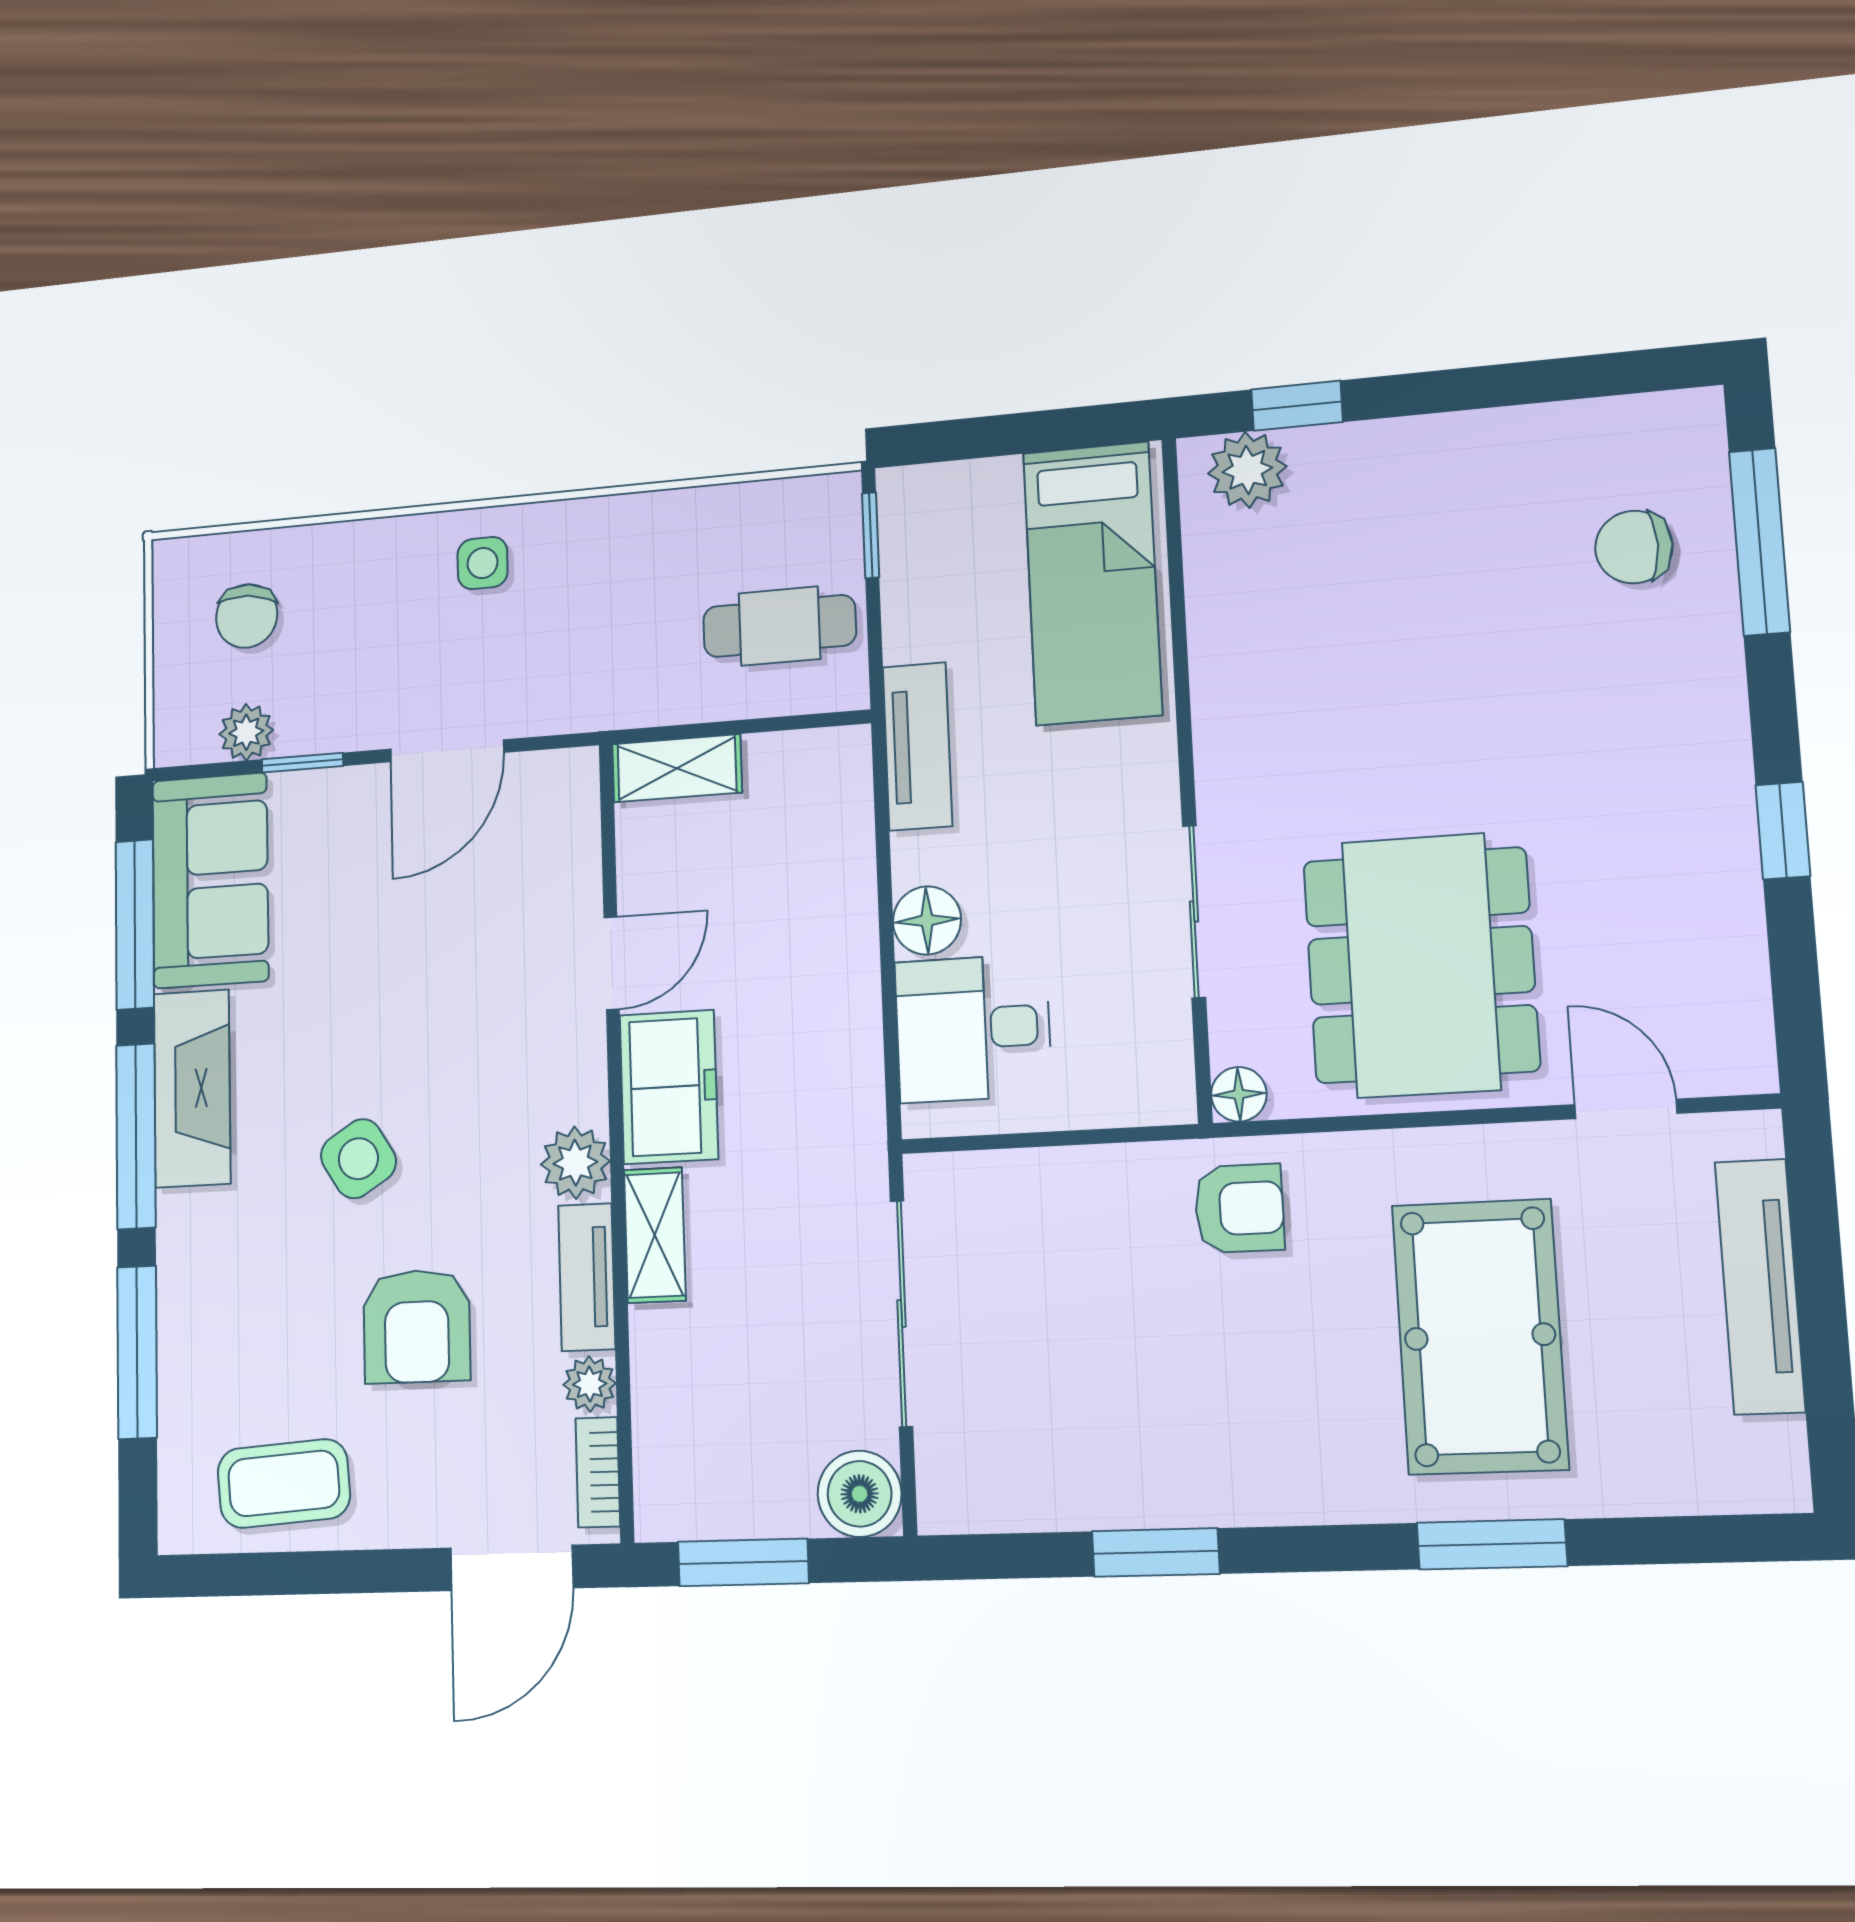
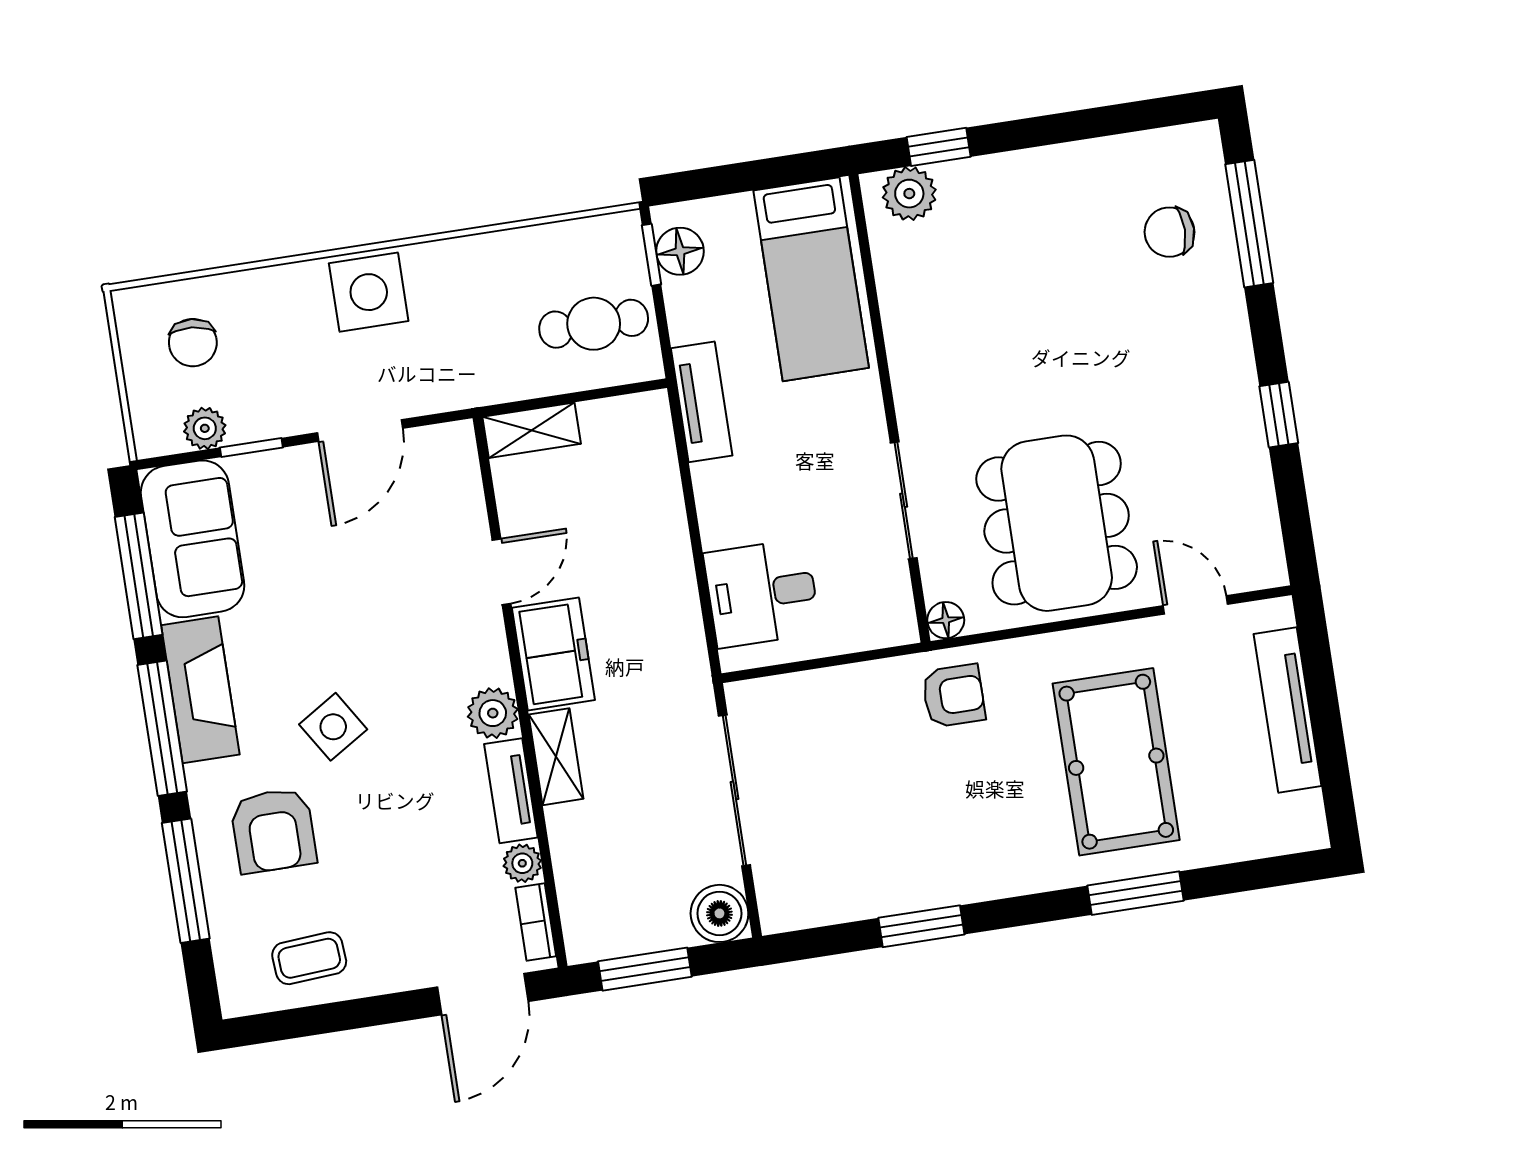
side table: (483, 563) -> (369, 292), width x1.87, depth x1.87
floor lamp: (927, 920) -> (680, 251), moved
armchair: (417, 1326) -> (273, 831), moved
coffee table: (284, 1483) -> (309, 958), width x0.73, depth x0.77

